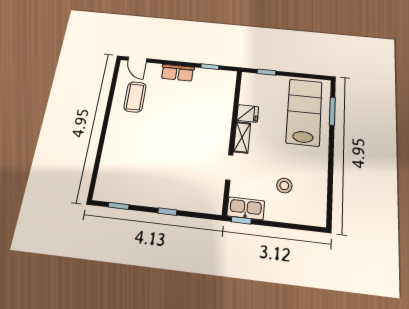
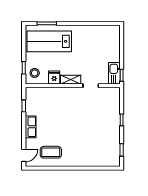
stool: (284, 186) -> (35, 73), moved

